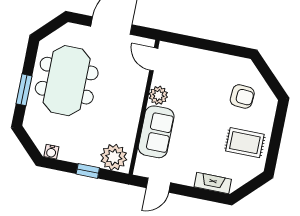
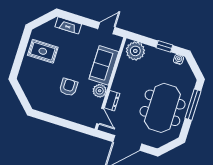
dresser: (139, 83) -> (112, 101), added
window: (24, 90) -> (193, 105), width x1.44
armchair: (242, 96) -> (68, 87), moved, turned 86
window: (88, 171) -> (164, 46), moved

